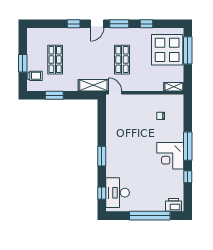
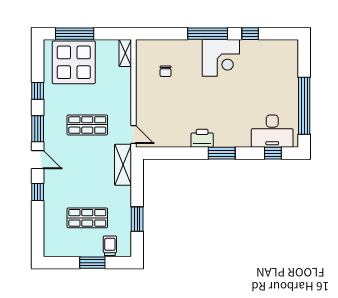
door: (115, 93) -> (133, 134), swing flipped
printer: (173, 205) -> (202, 138), moved, turned 90
window: (150, 216) -> (304, 106), moved

